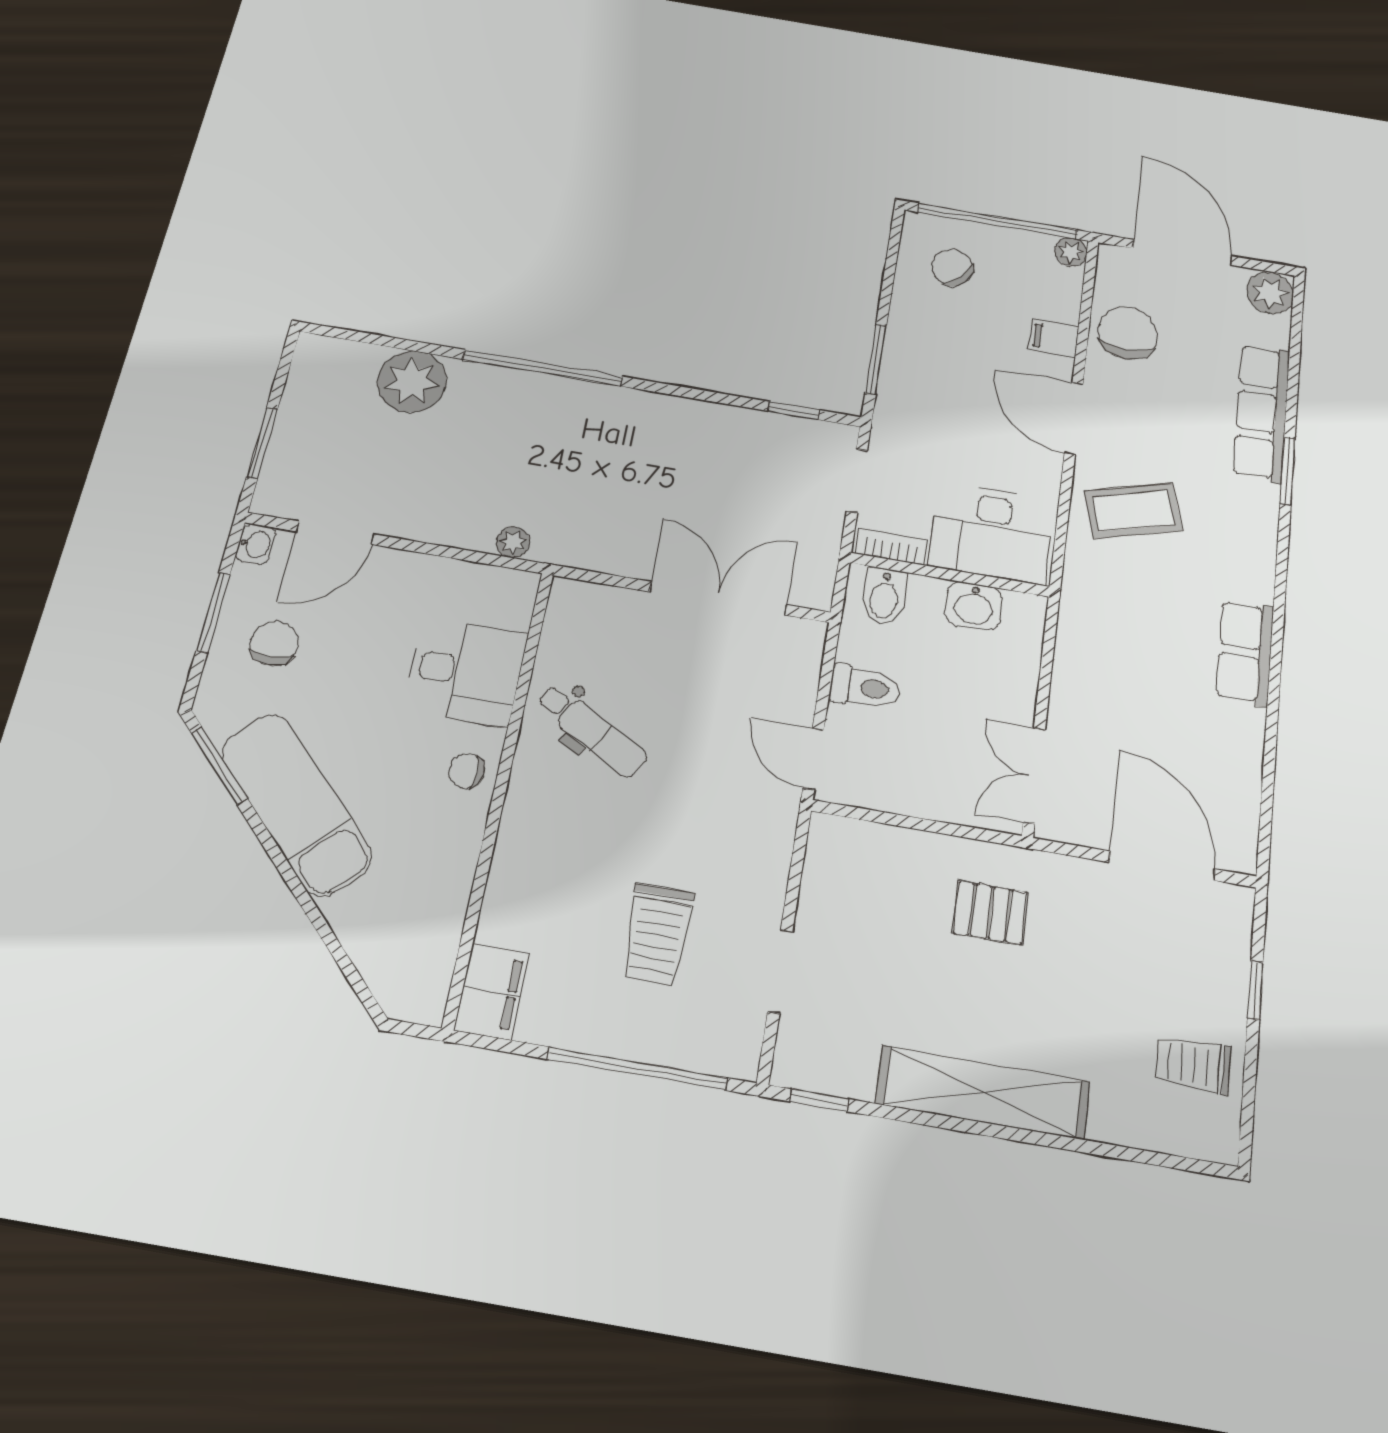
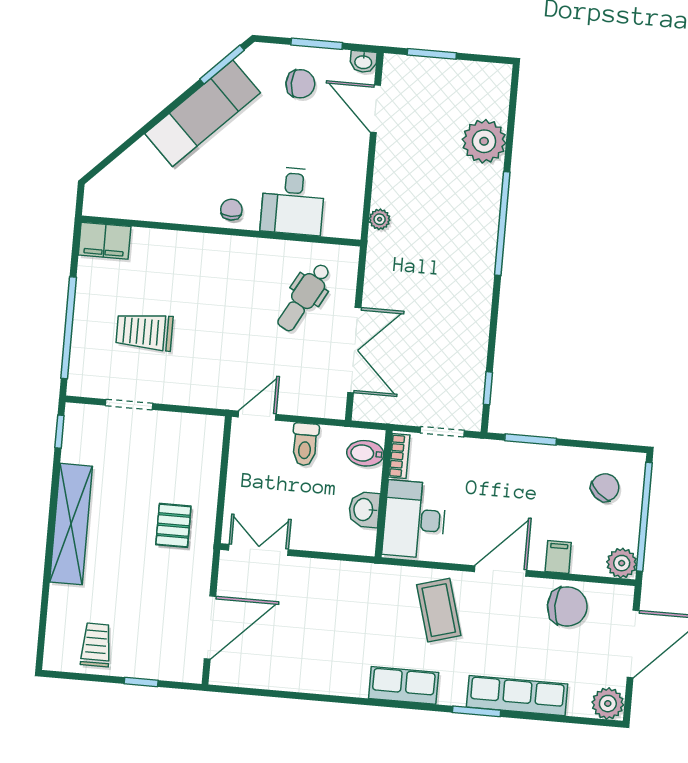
plant: (1071, 252) -> (622, 563), width x1.38, depth x1.38
row of seats: (1245, 652) -> (404, 685), moved
dental chair: (592, 731) -> (304, 297), moved

